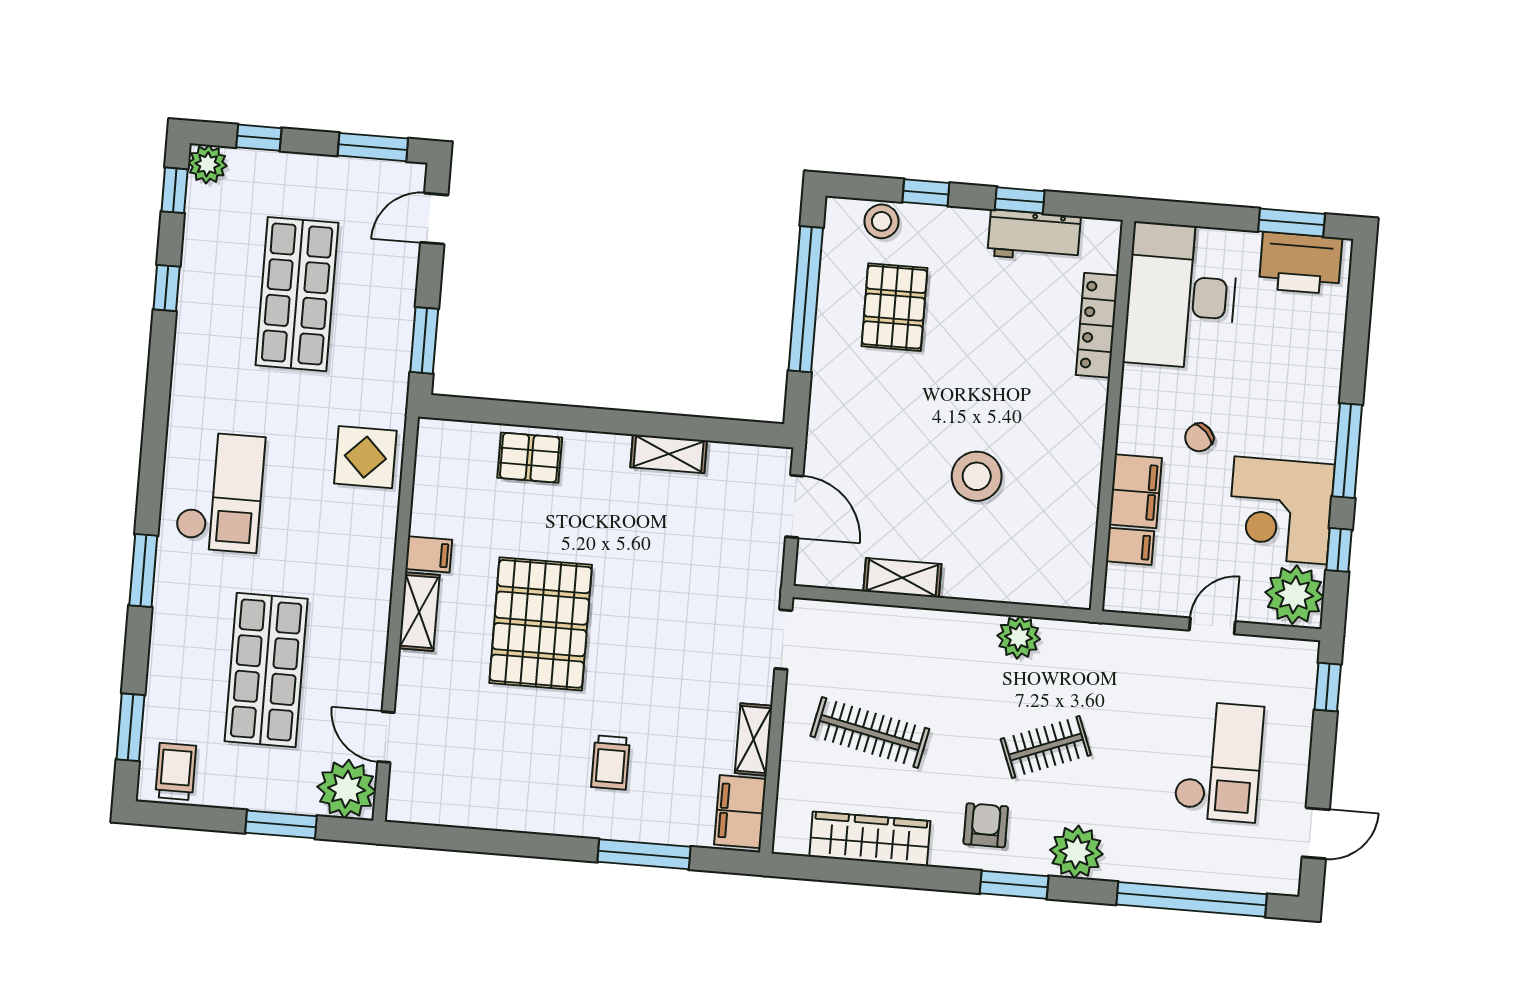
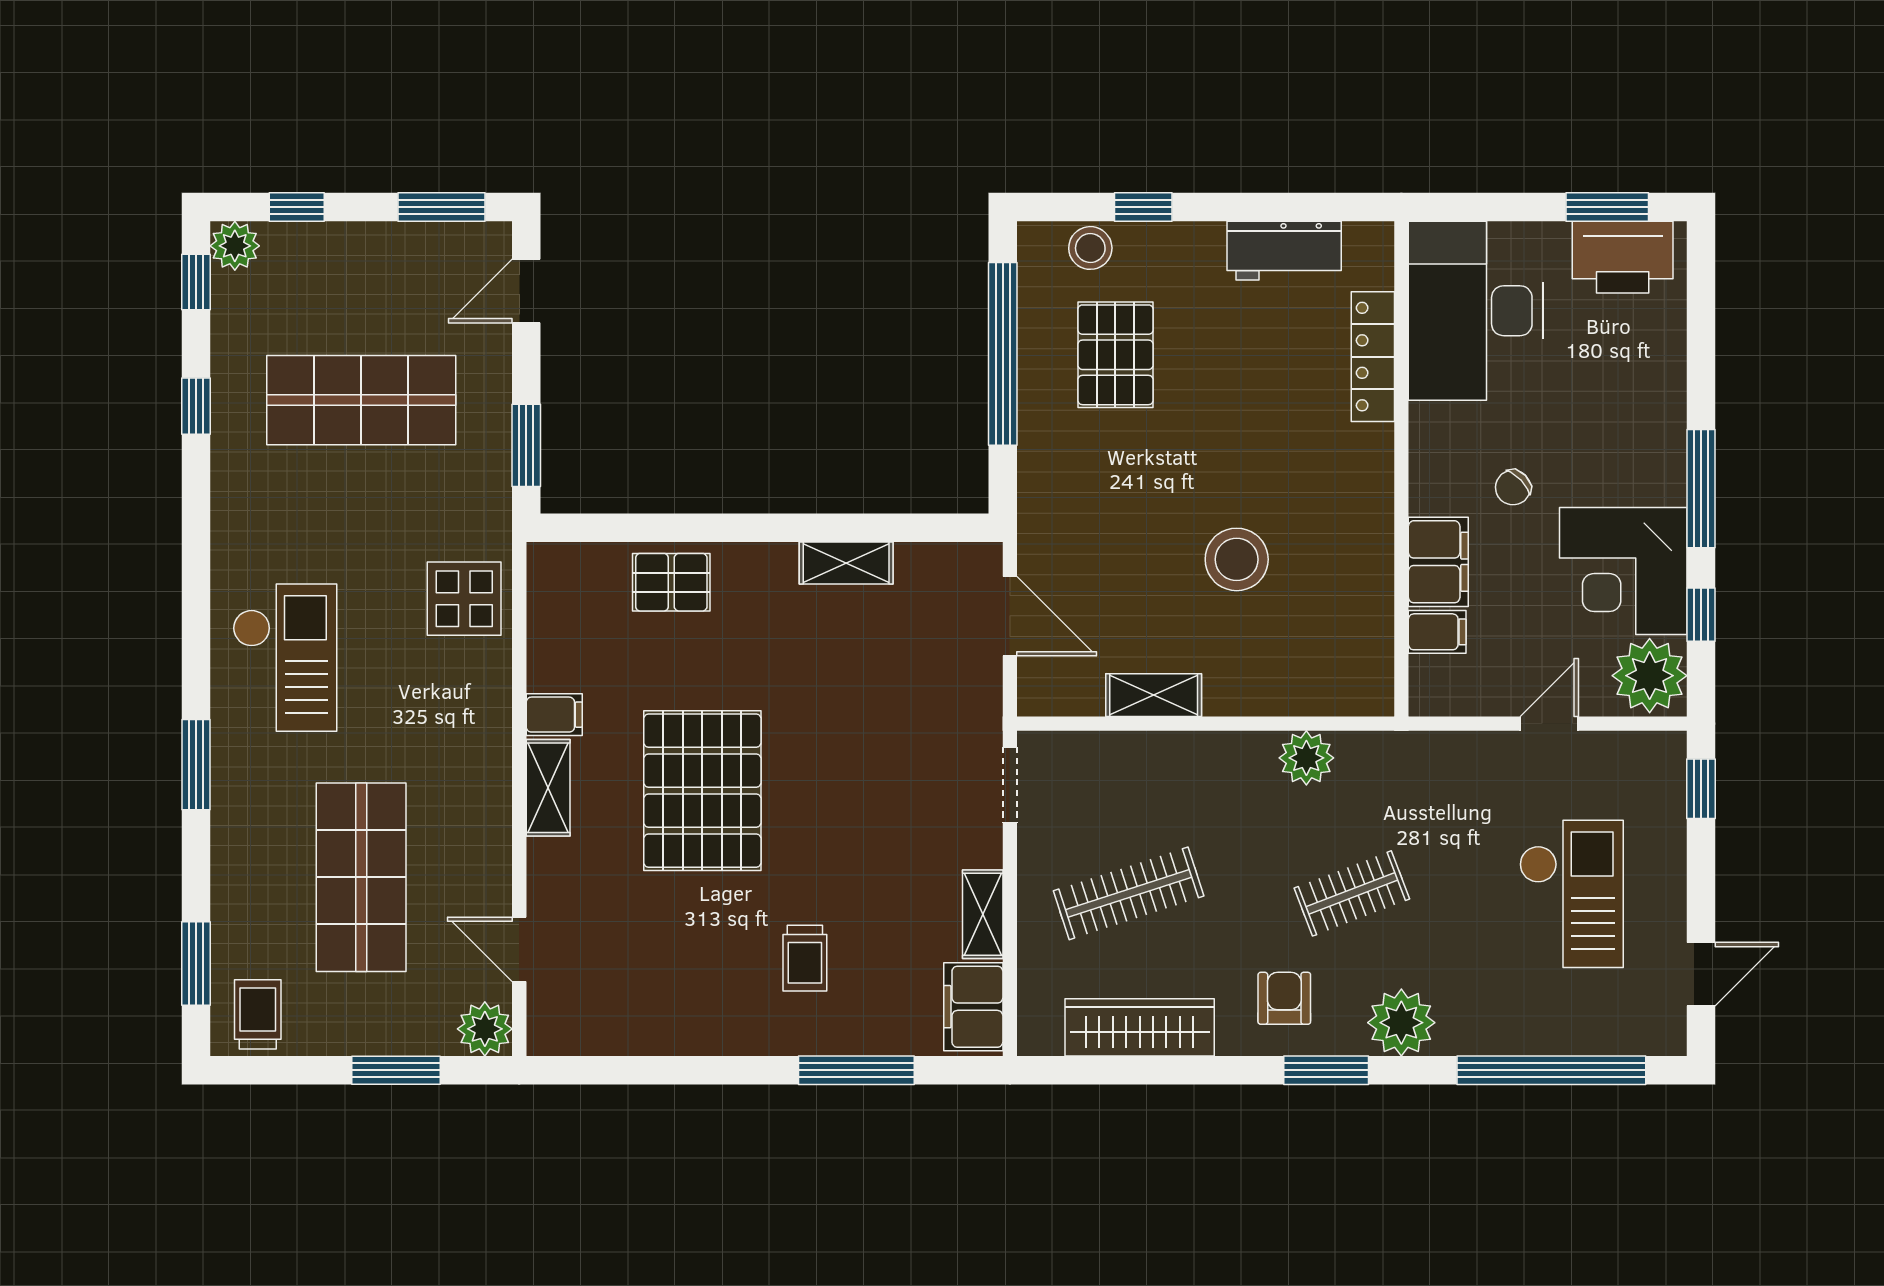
window: (1020, 200) -> (1262, 207), removed
shop shelf: (297, 294) -> (361, 400), turned 90
clothes rail: (870, 733) -> (1129, 893), turned -30
plant: (347, 789) -> (485, 1029), width x0.73, depth x0.73

